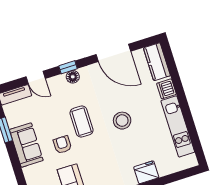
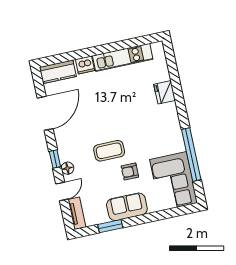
floor lamp: (73, 77) -> (67, 168), moved
stool: (122, 121) -> (112, 111), removed

